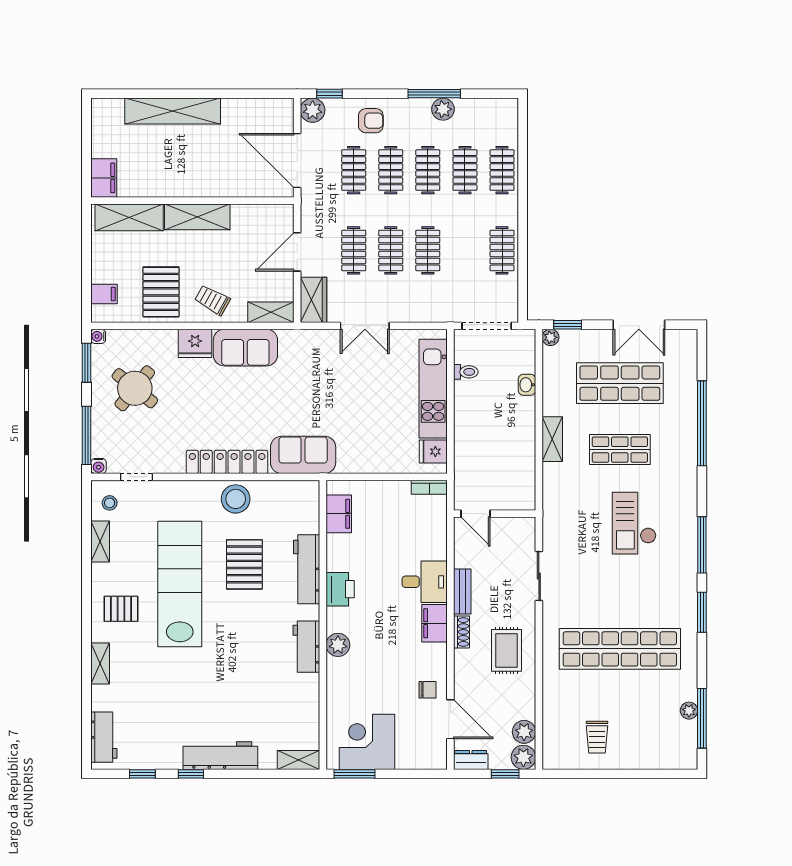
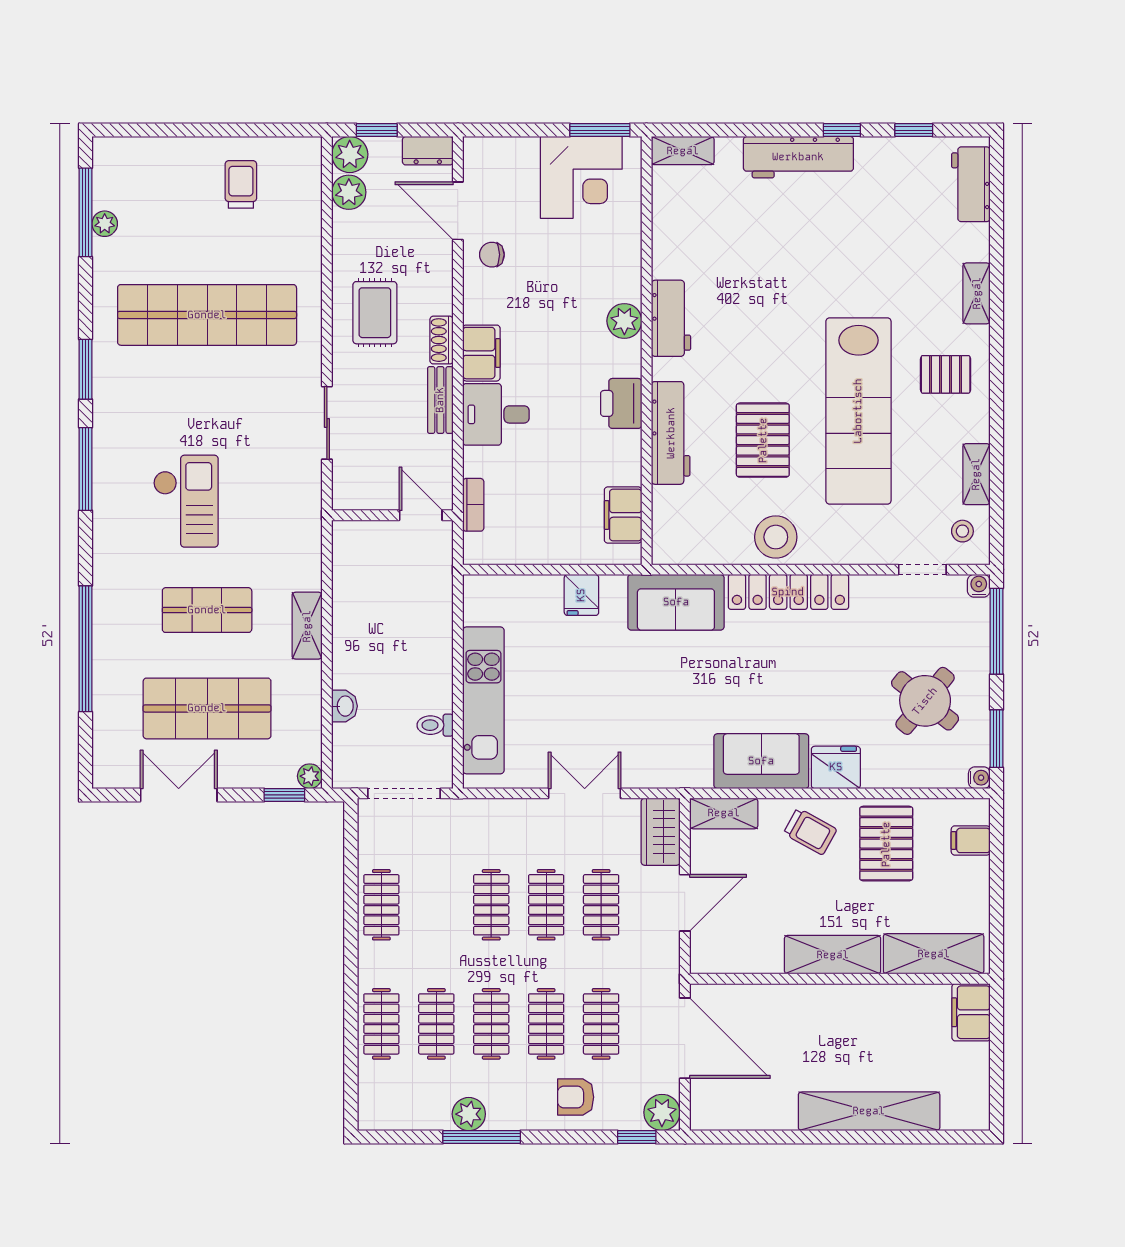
fridge: (433, 452) -> (581, 595), moved, turned 90
bookcase: (429, 487) -> (473, 505), moved, turned 90

